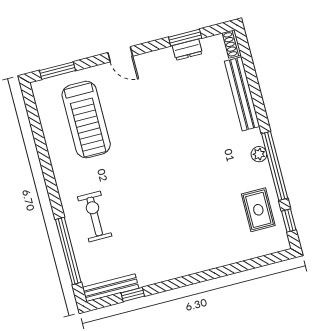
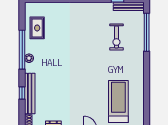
exercise bike: (95, 216) -> (116, 37), moved
window: (289, 220) -> (22, 93), moved

